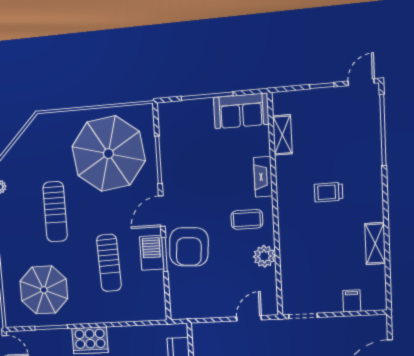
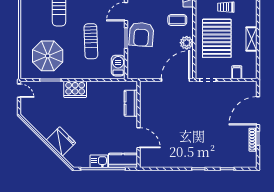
pallet: (315, 246) -> (217, 38), added
barbecue: (152, 253) -> (118, 66), moved
door: (249, 318) -> (175, 80), width x1.88

